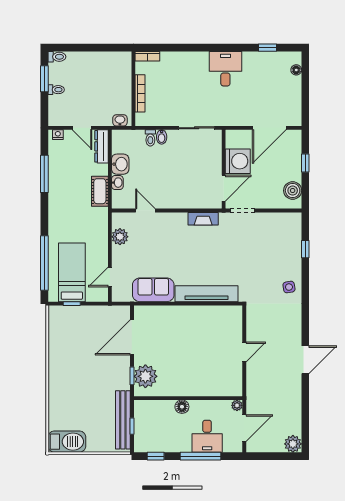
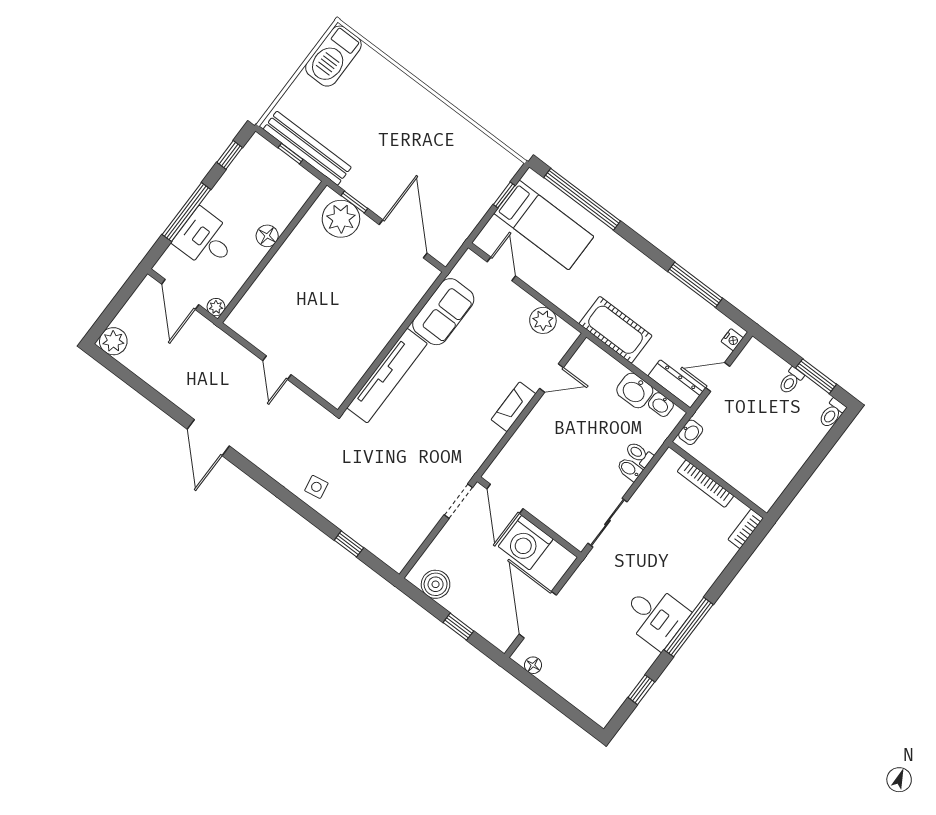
window: (218, 48) -> (689, 627), added
floor lamp: (296, 70) -> (533, 665), moved
washbasin: (117, 183) -> (661, 405), moved
cot: (100, 191) -> (616, 330), width x1.37, depth x1.34
fireplace: (203, 219) -> (513, 407), moved

